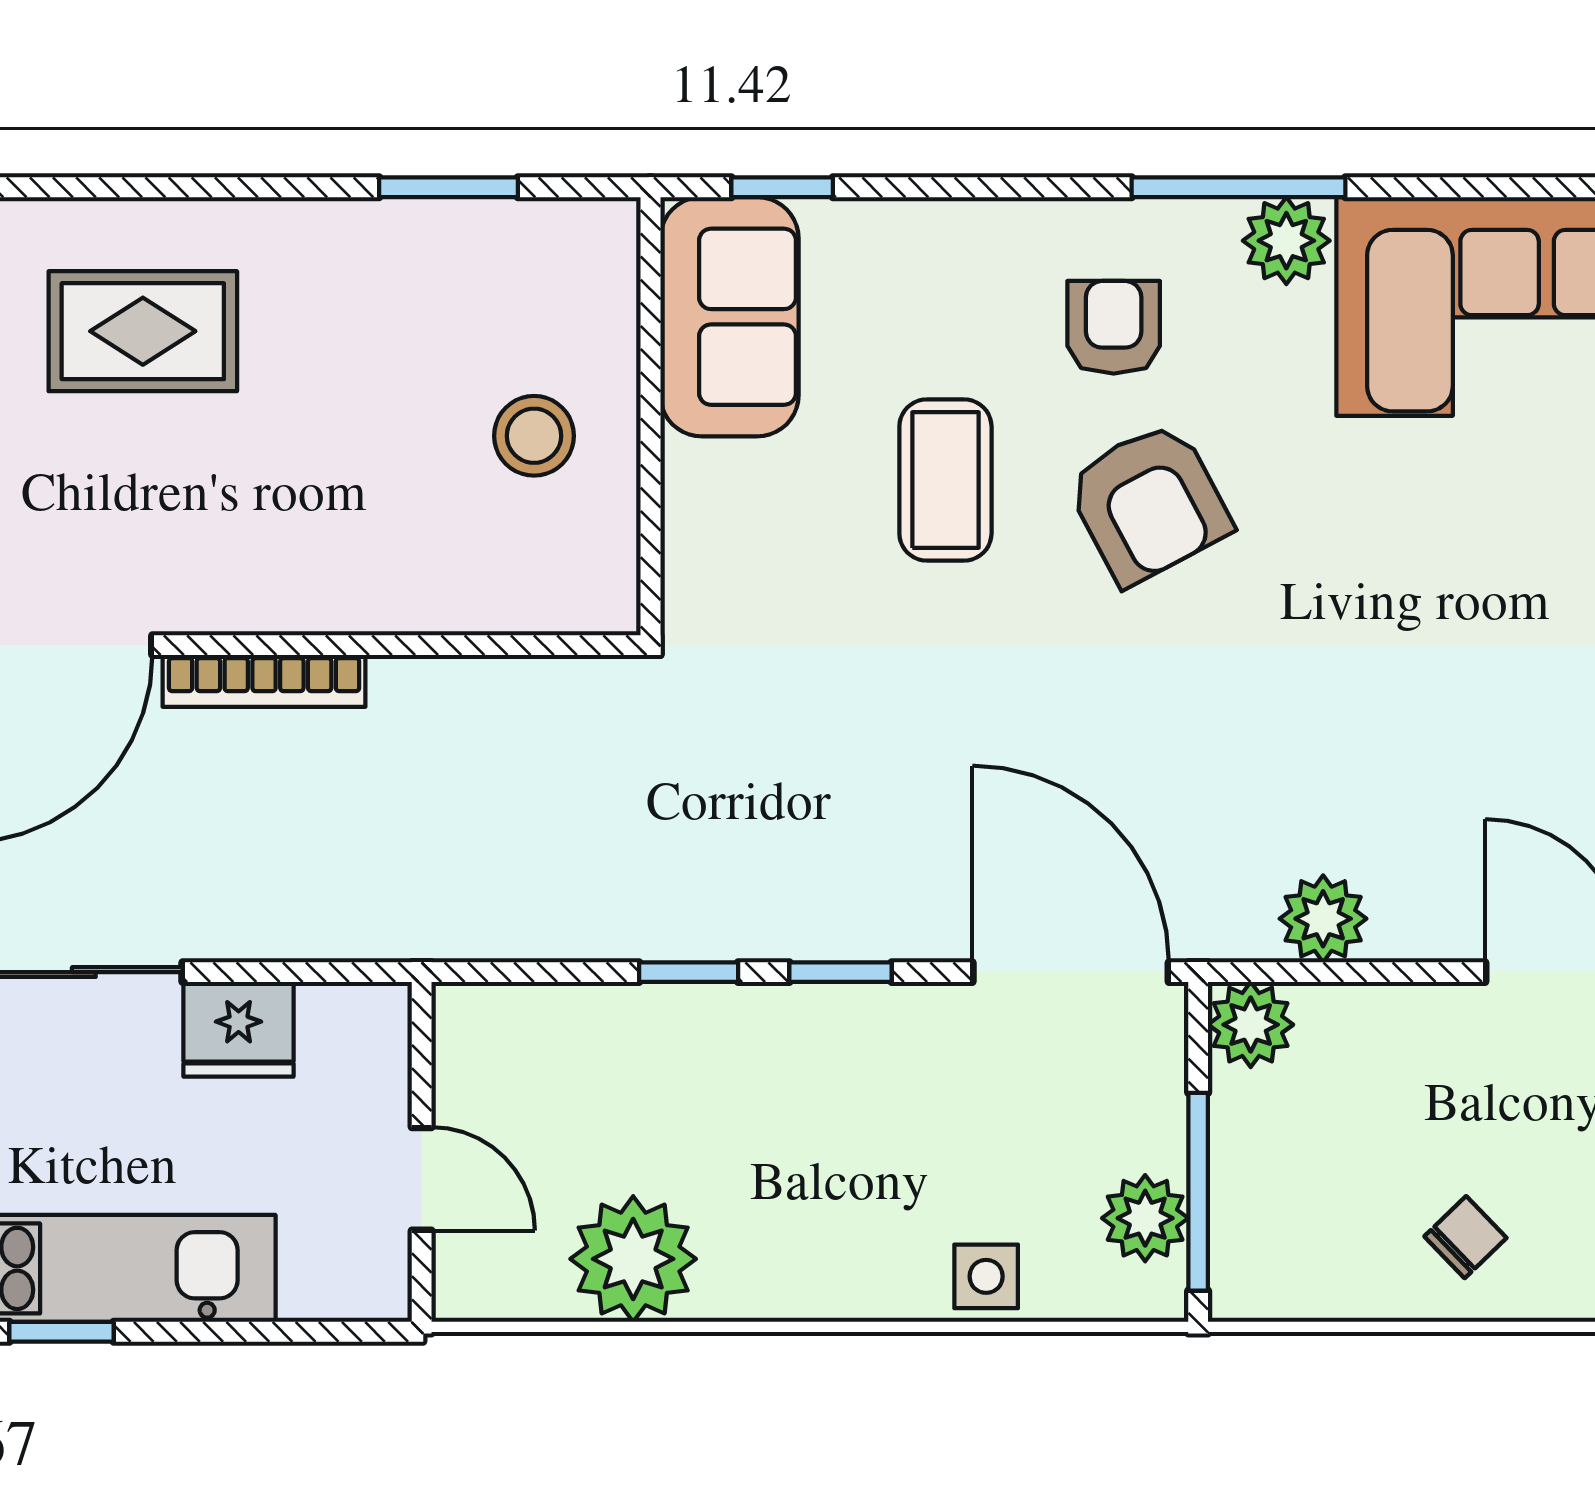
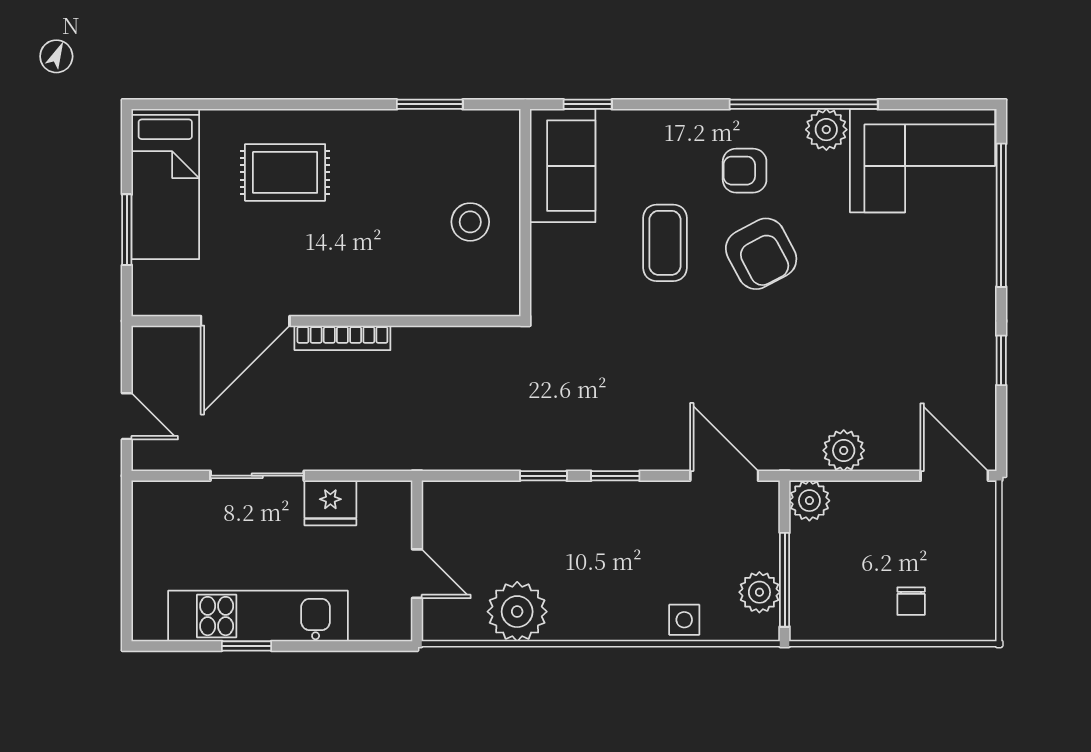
window: (1238, 187) -> (804, 104), width x1.46
armchair: (1114, 327) -> (745, 171), turned -90
door: (1071, 972) -> (724, 476), width x0.73
chair: (1465, 1237) -> (911, 601), turned 134

